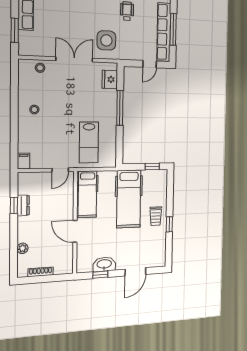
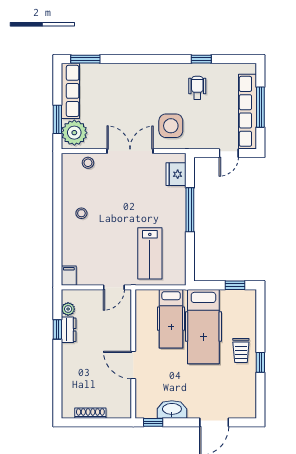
plant: (29, 42) -> (74, 133), added
hospital bed: (87, 194) -> (171, 319), moved
plant: (23, 248) -> (68, 309), moved
window: (100, 275) -> (153, 422), moved

